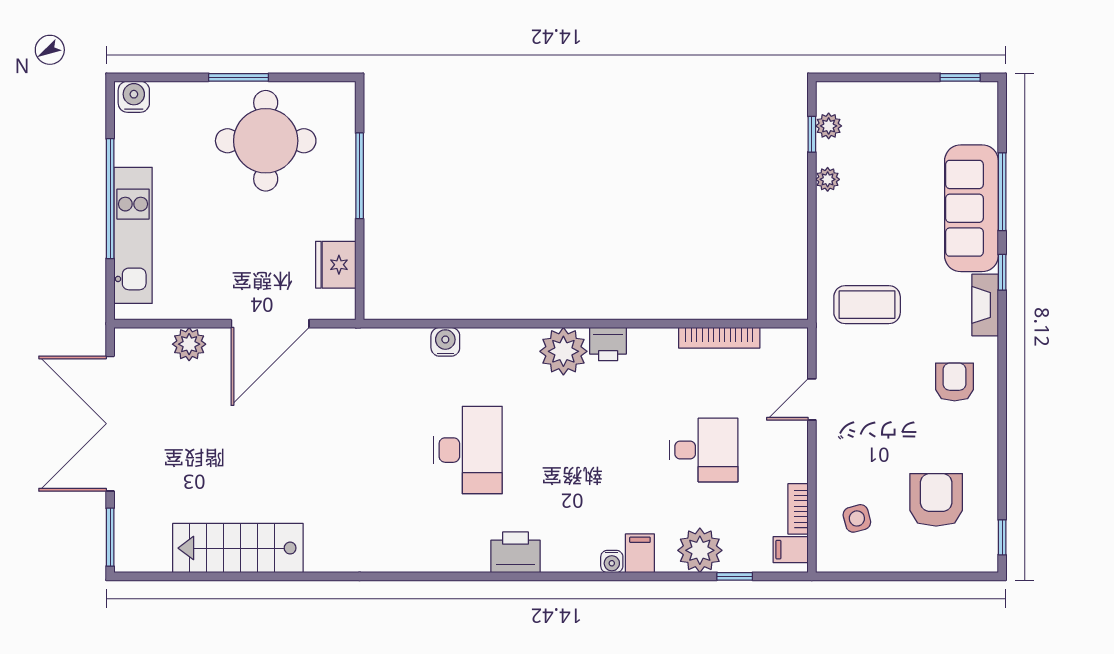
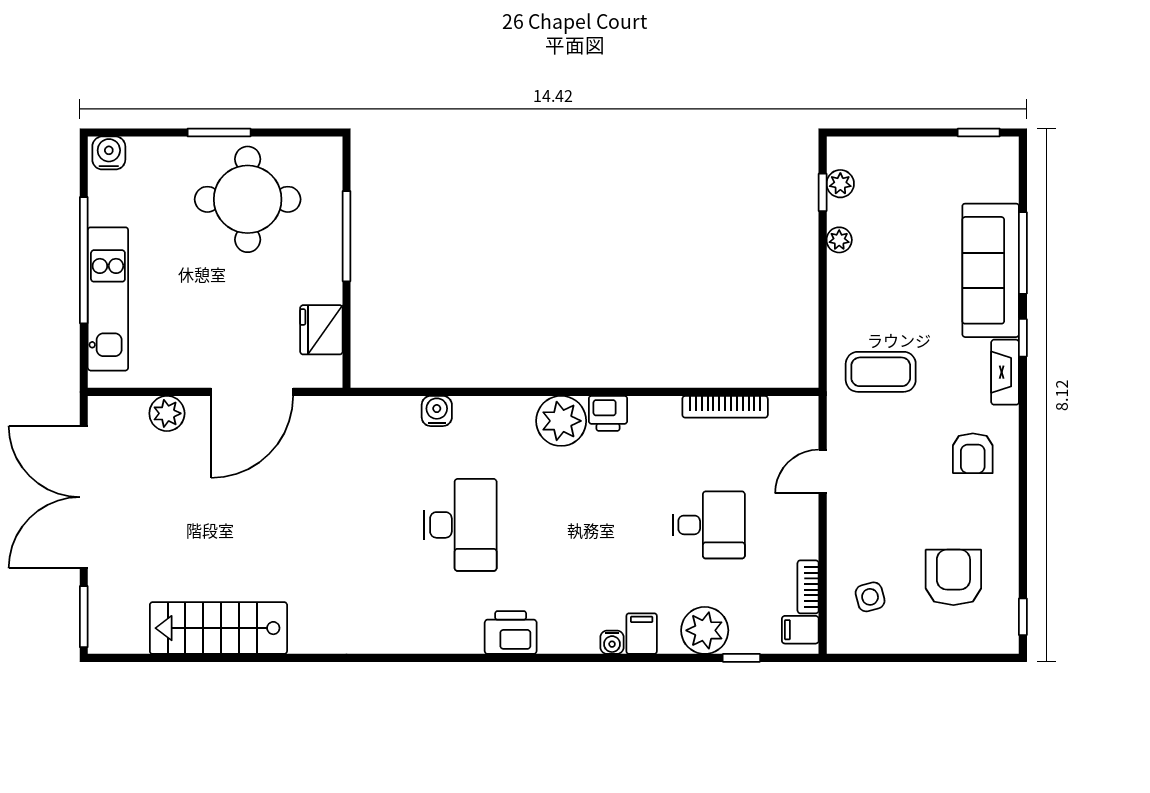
armchair: (955, 382) -> (973, 453), turned 180

